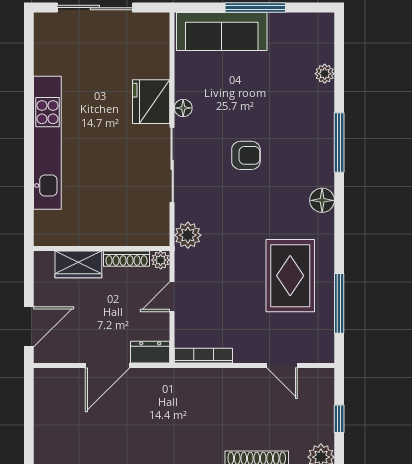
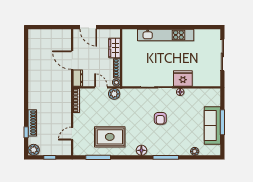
sofa: (222, 31) -> (212, 125), moved
plant: (188, 235) -> (114, 94), moved

